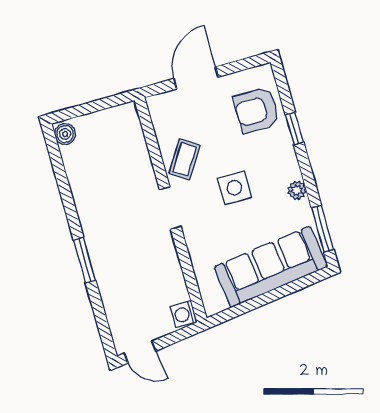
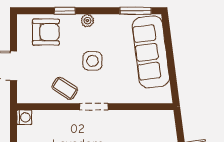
armchair: (257, 110) -> (46, 32), turned -90
plant: (297, 190) -> (87, 21), moved
washing machine: (184, 314) -> (24, 117), moved, turned -90

